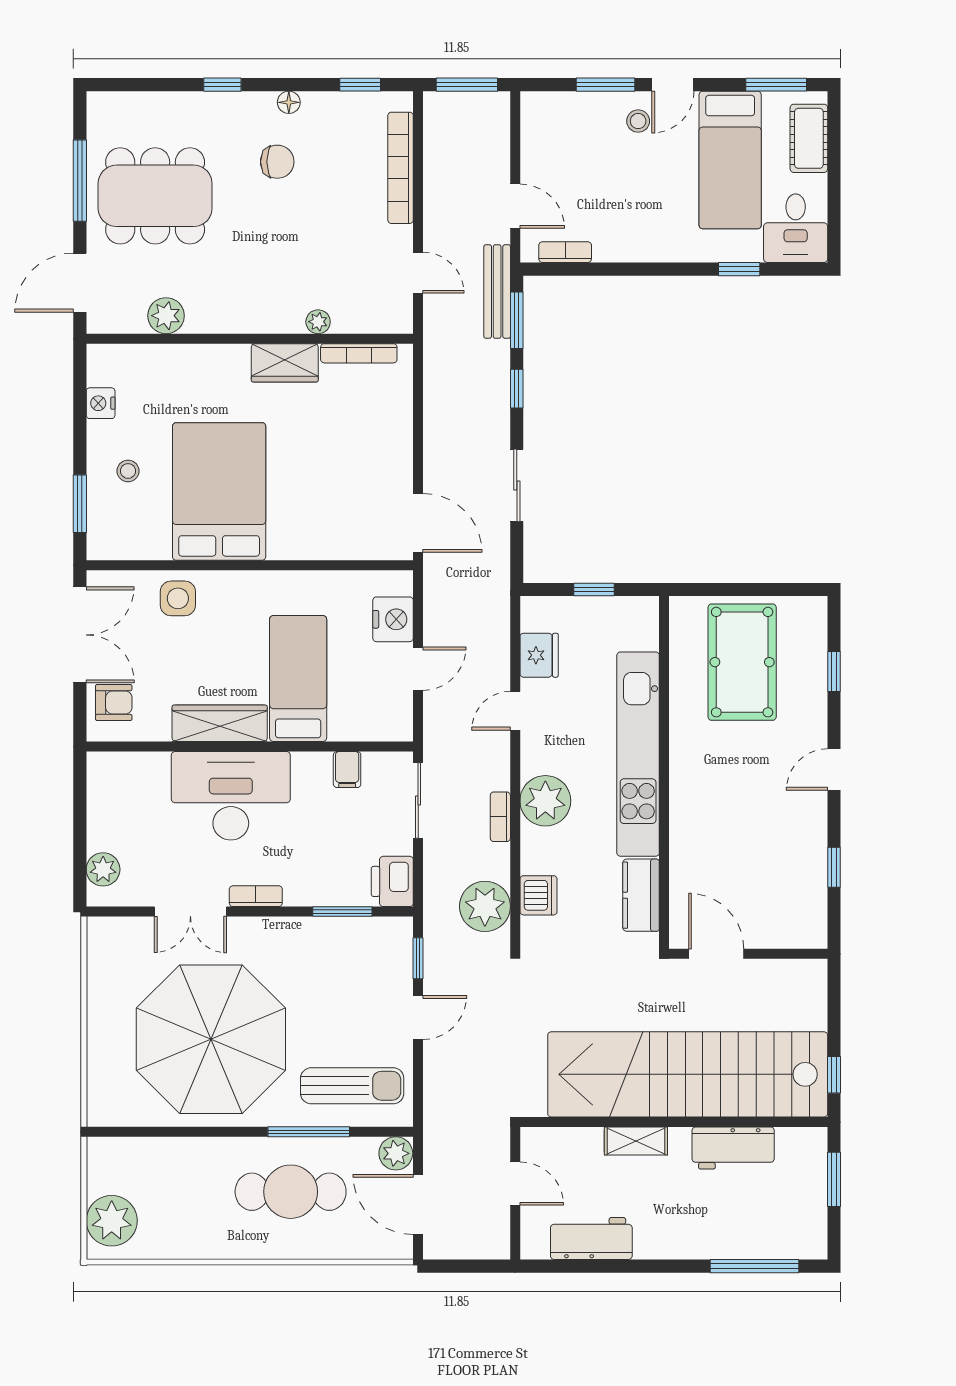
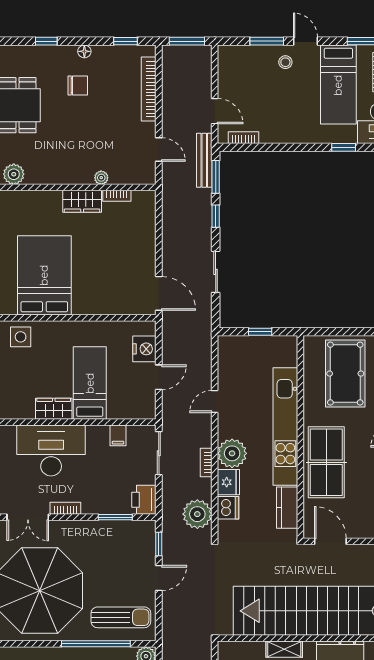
door: (673, 85) -> (305, 41), swing flipped
bookcase: (359, 353) -> (117, 196), width x0.64
fridge: (539, 655) -> (228, 482), moved
wardrobe: (220, 723) -> (54, 409), width x0.67
table tennis table: (709, 816) -> (326, 462), added
window: (309, 1132) -> (96, 644), width x1.46

